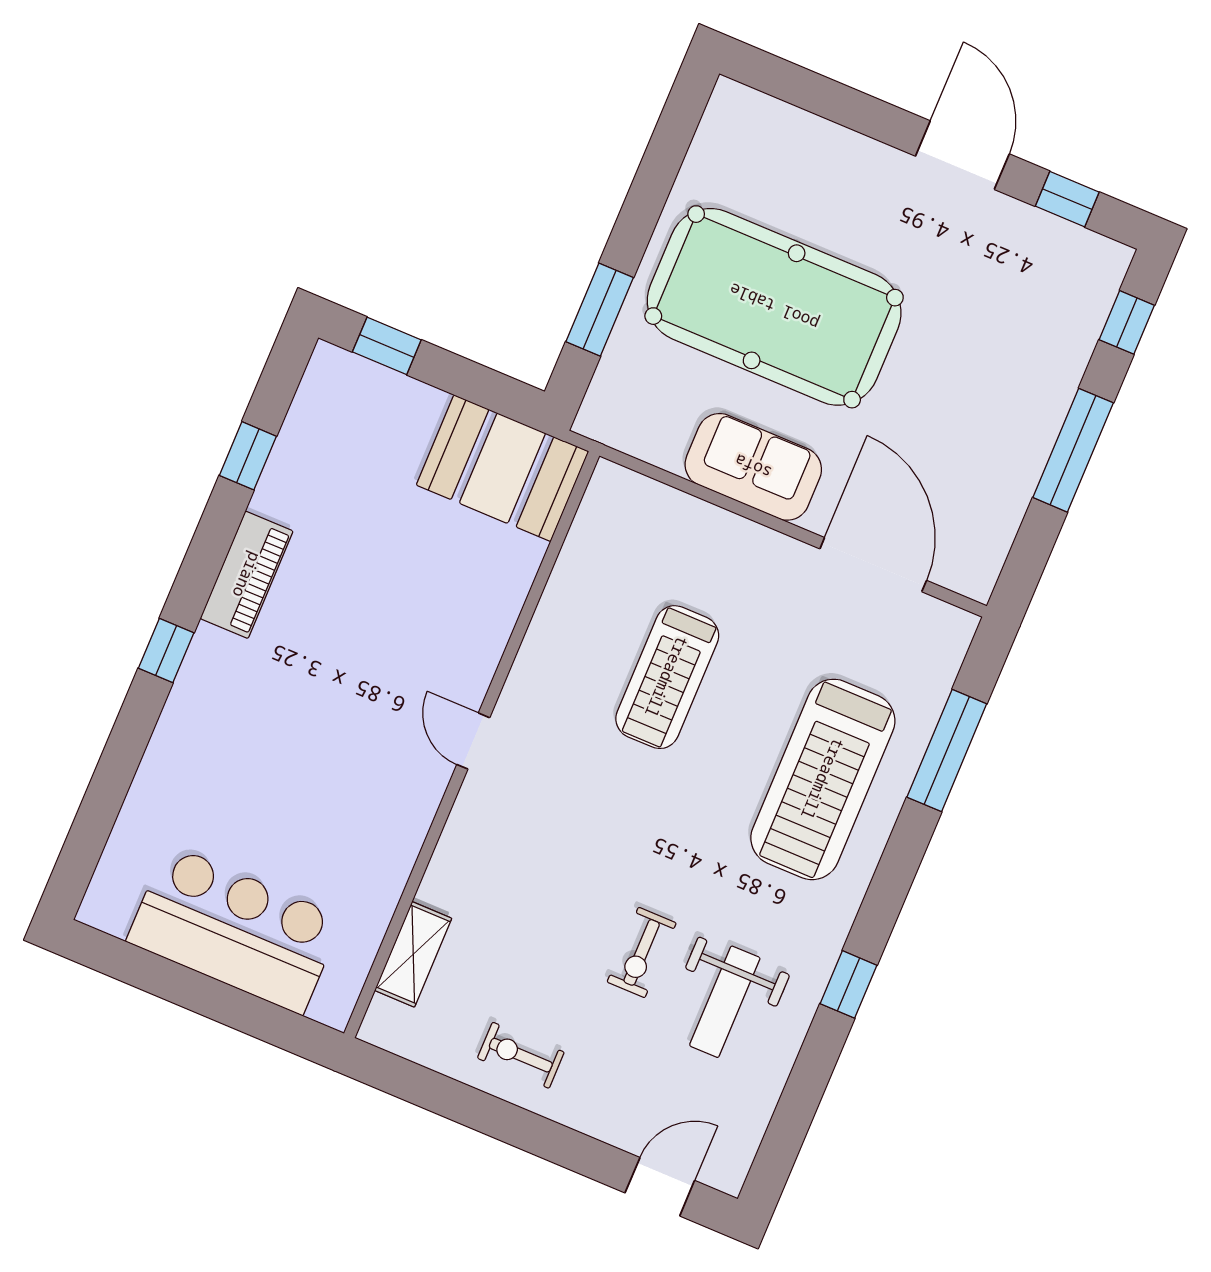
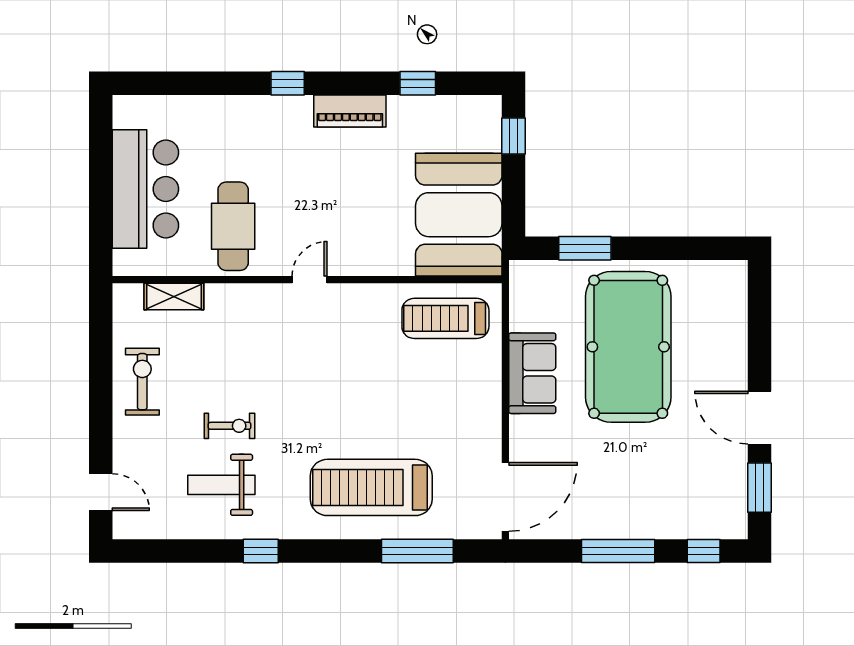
door: (962, 155) -> (759, 418), swing flipped
window: (1067, 199) -> (759, 488), width x1.50
booth: (502, 468) -> (459, 215), width x1.36, depth x1.42
door: (873, 565) -> (505, 497), moved
treadmill: (667, 677) -> (445, 318), moved
cafe table: (346, 822) -> (233, 226), added
exercise bike: (642, 952) -> (230, 426), turned 180
exercise bike: (521, 1055) -> (142, 382), width x1.38, depth x1.39

